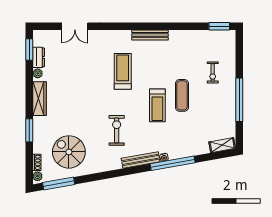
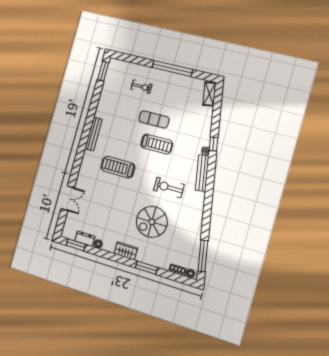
wardrobe: (39, 99) -> (126, 251), width x0.67
spiral stairs: (69, 152) -> (152, 222), moved
window: (173, 163) -> (214, 144), width x0.32

